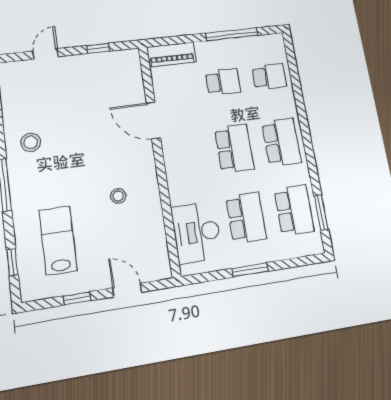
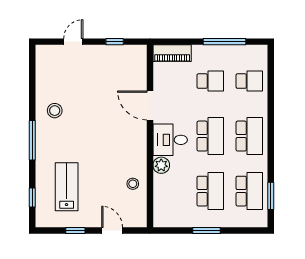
plant: (179, 194) -> (161, 165), added
stool: (118, 196) -> (133, 184), moved
desk: (197, 232) -> (170, 140), moved, width x0.73

